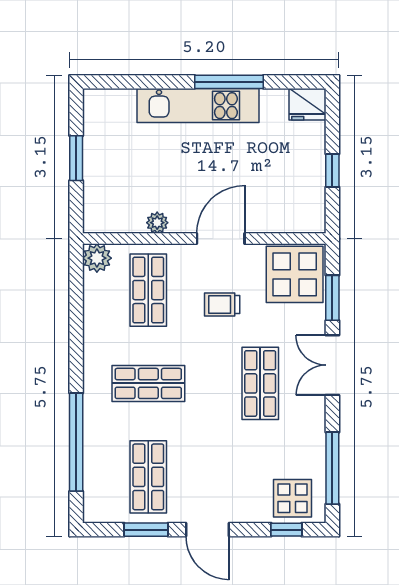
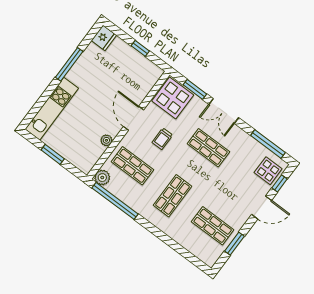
kitchen unit: (198, 106) -> (52, 109), moved
window: (76, 442) -> (115, 201), moved
door: (208, 530) -> (262, 207), moved

